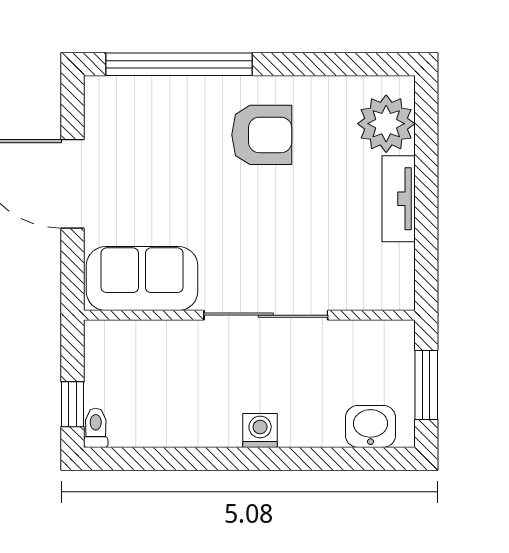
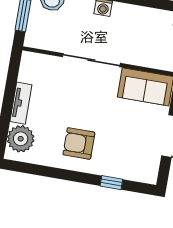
window: (179, 64) -> (111, 183), width x0.32

